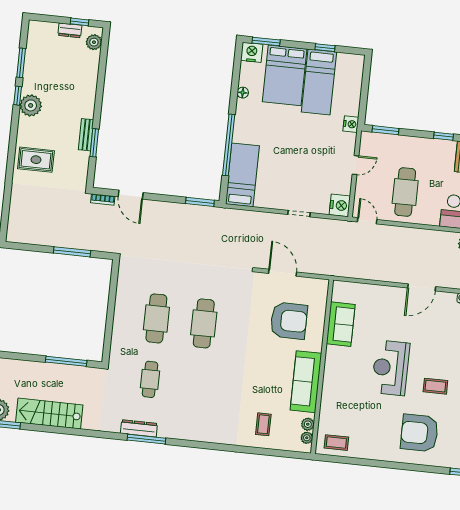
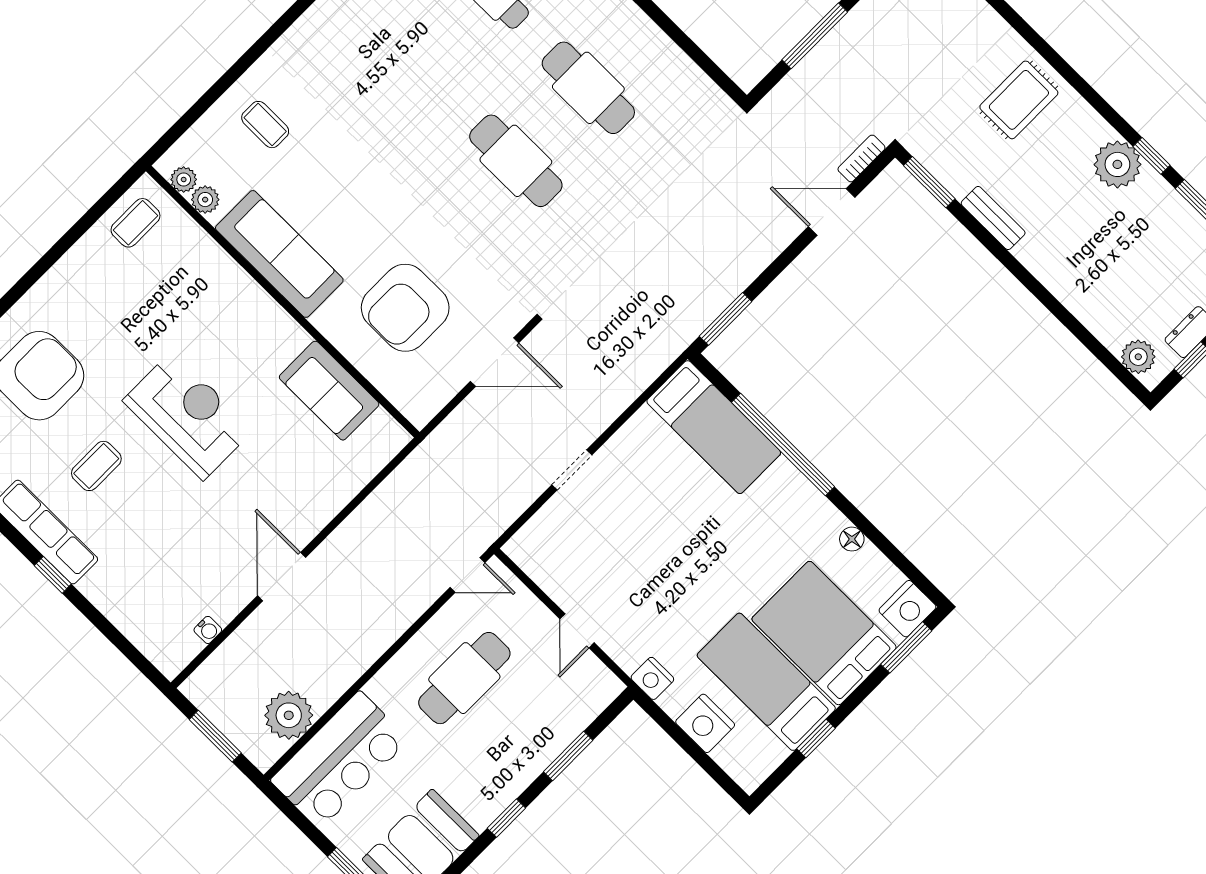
window: (385, 130) -> (568, 756), moved
window: (94, 143) -> (929, 182), moved
cafe table: (405, 192) -> (464, 678), turned 90
nightstand: (340, 205) -> (705, 723), moved

